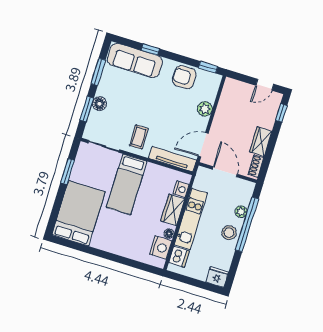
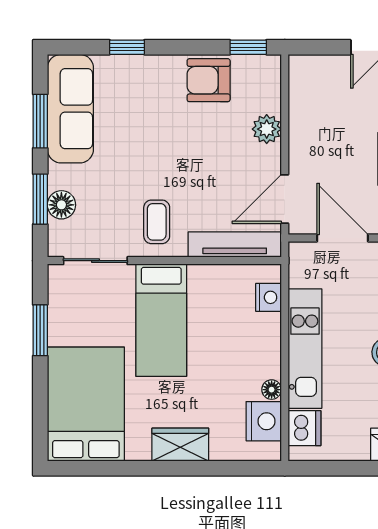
sofa: (135, 60) -> (70, 109), moved, turned -90
floor lamp: (99, 104) -> (61, 205), moved
wardrobe: (173, 210) -> (180, 445), moved, turned 90

